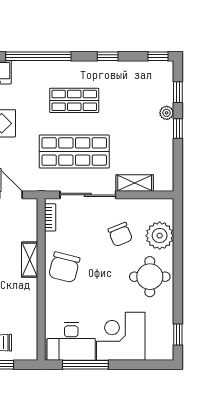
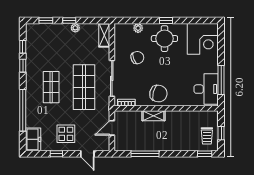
window: (158, 56) -> (23, 47), moved
plant: (167, 113) -> (75, 28), moved
shelving: (135, 183) -> (104, 35), moved
plant: (160, 236) -> (138, 28), width x0.53, depth x0.53
window: (178, 335) -> (166, 20), moved
corner desk: (121, 336) -> (203, 39), moved, turned -90

